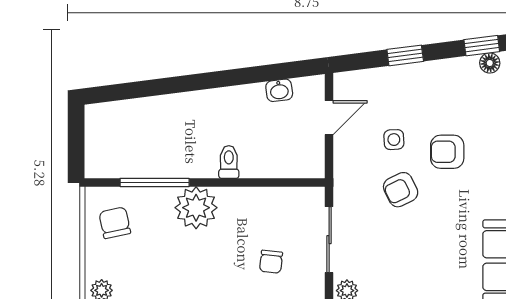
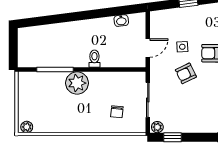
door: (329, 118) -> (148, 48), moved
chair: (115, 223) -> (34, 91), removed

